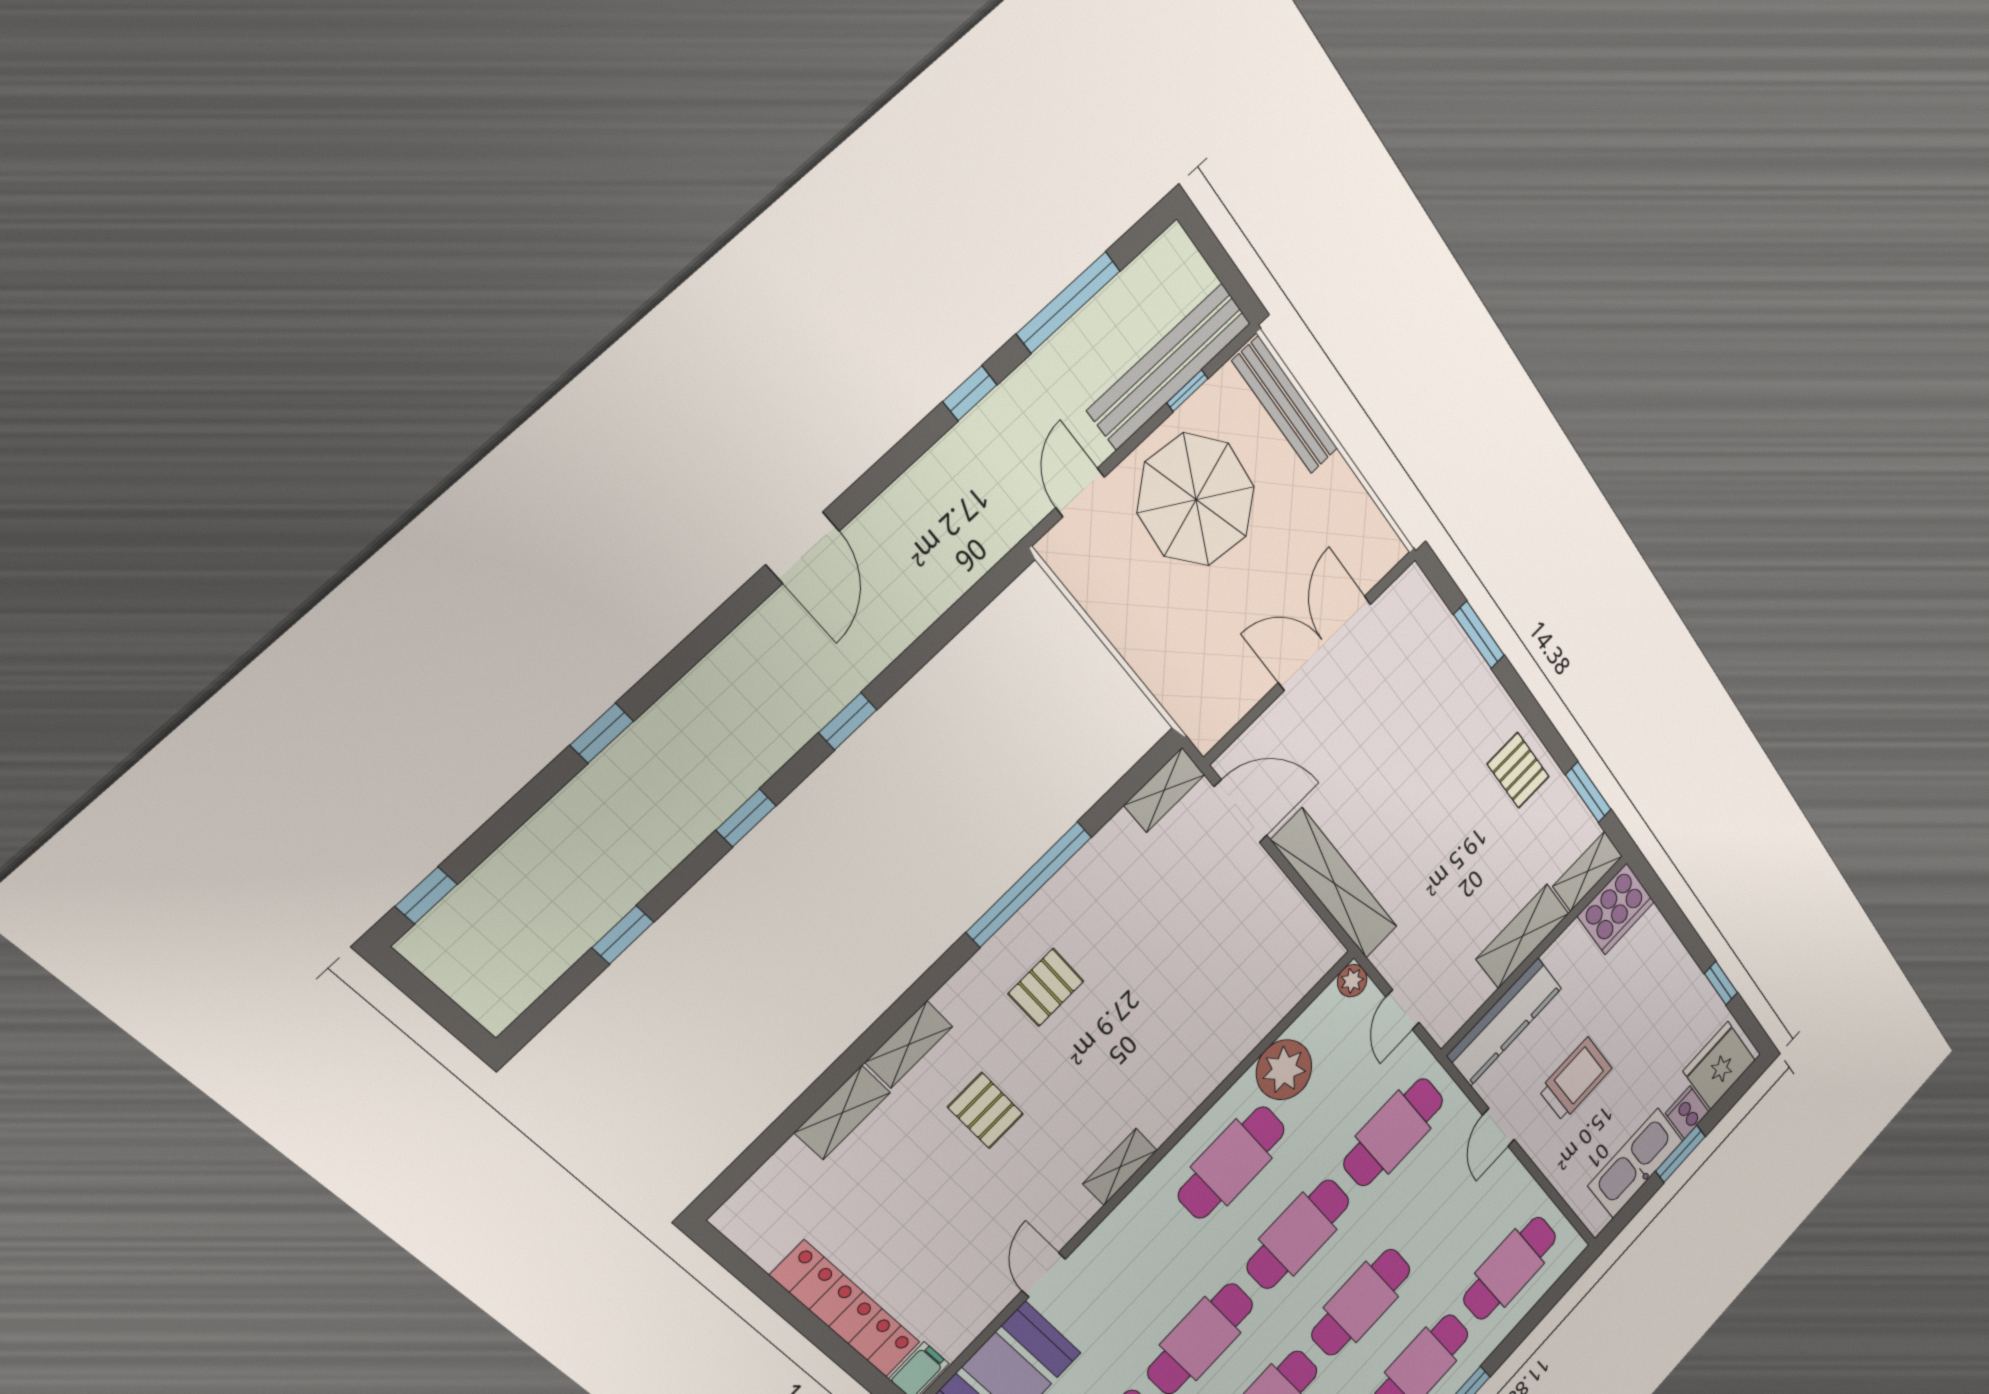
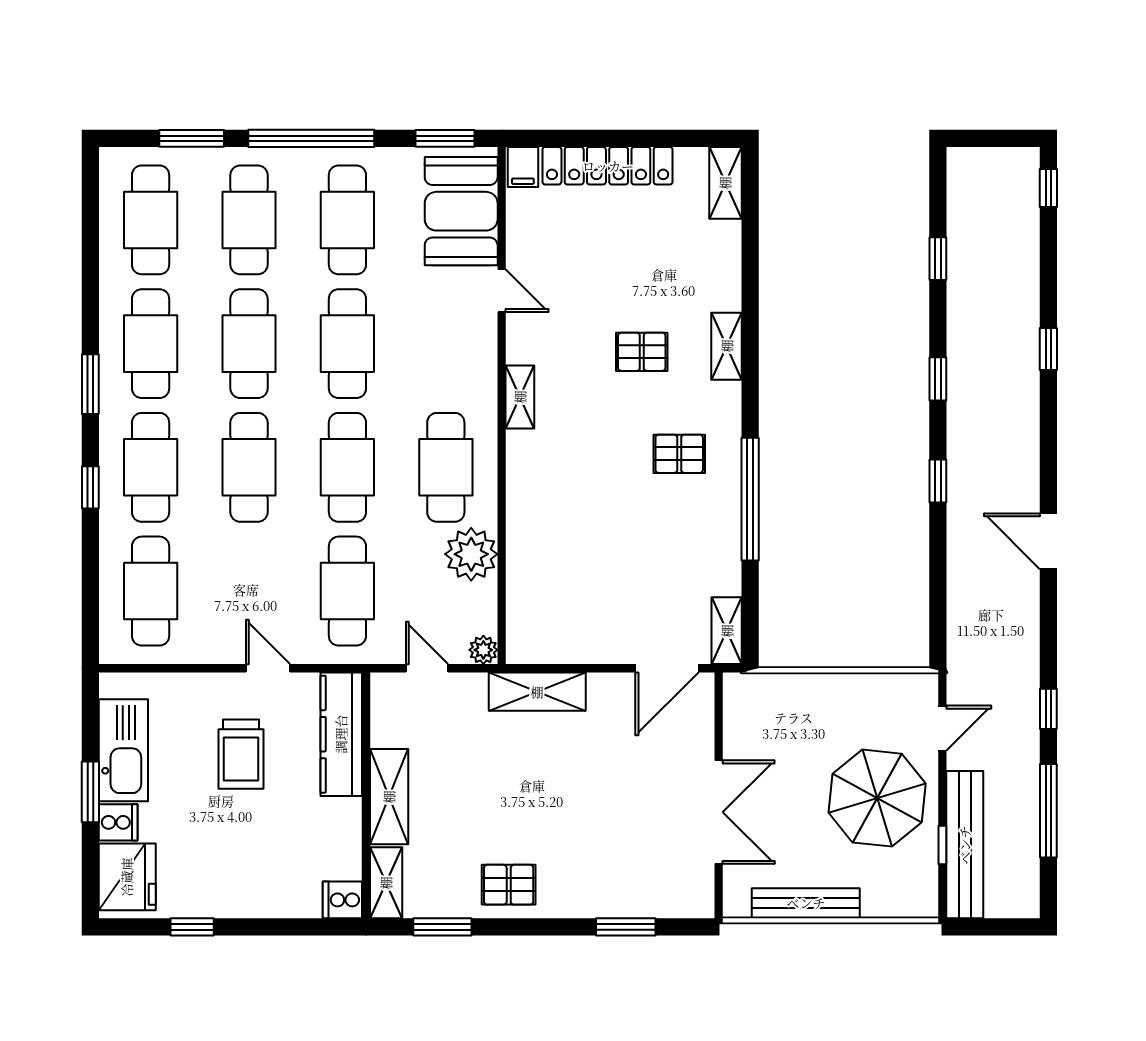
bench: (1285, 405) -> (806, 903), moved
door: (1080, 492) -> (942, 728), hinge flipped
shelving: (1335, 884) -> (537, 692), width x0.68
cooker: (1616, 909) -> (342, 900), width x0.53, depth x0.76
pallet: (1046, 987) -> (679, 454), turned 90
shelving: (842, 1113) -> (725, 183), moved

